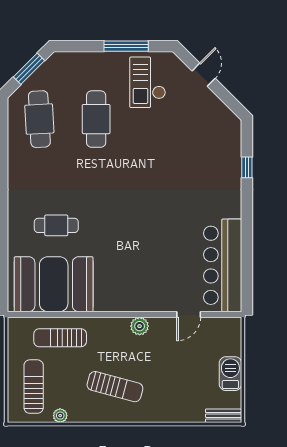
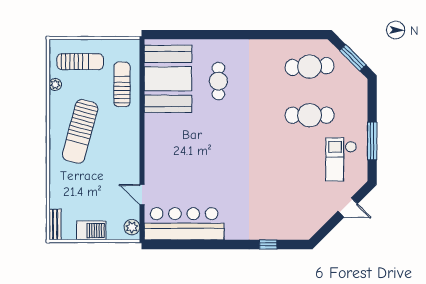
checkout: (148, 82) -> (341, 159), turned -90
plant: (140, 326) -> (132, 227), moved
sun lounger: (115, 387) -> (80, 131), width x1.36, depth x1.34

